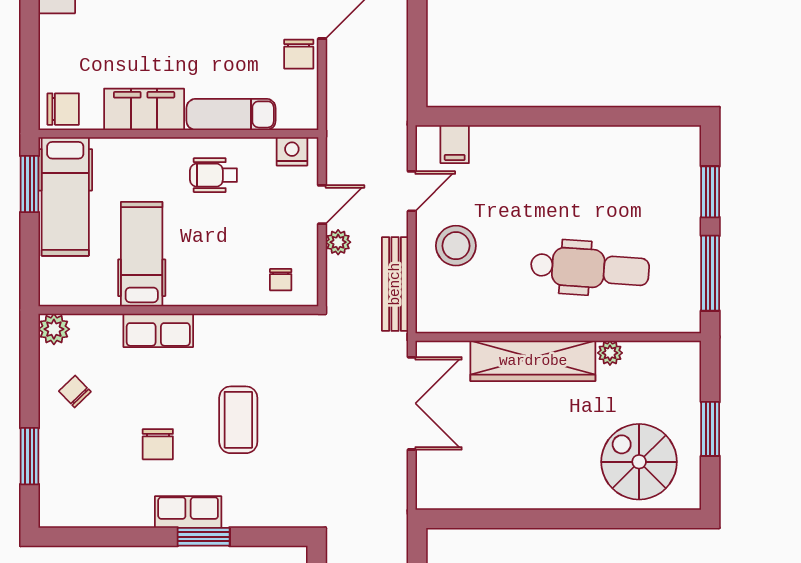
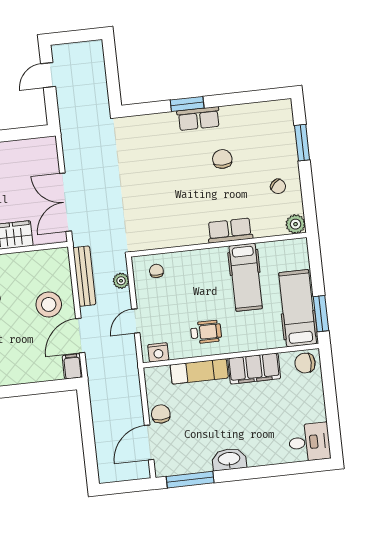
filing cabinet: (455, 144) -> (72, 366), moved
door: (412, 191) -> (80, 336), width x1.38
plant: (338, 242) -> (121, 281), moved
coffee table: (238, 420) -> (173, 180), removed

